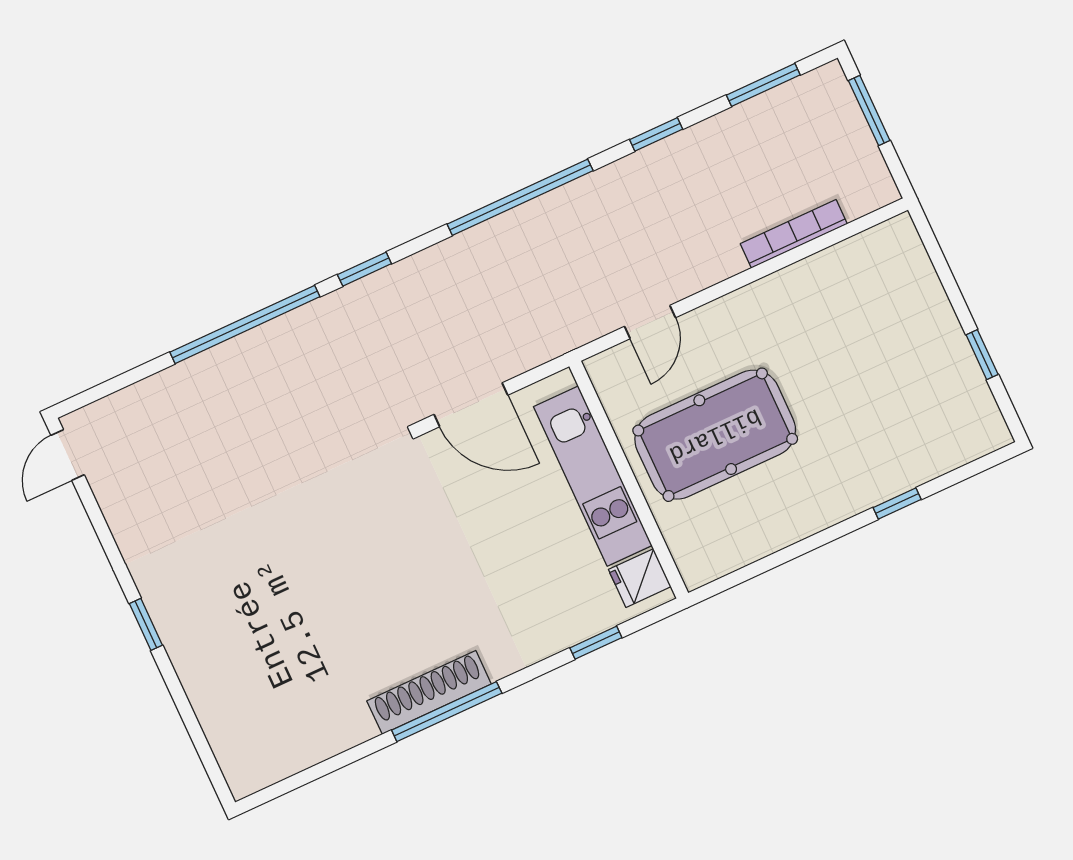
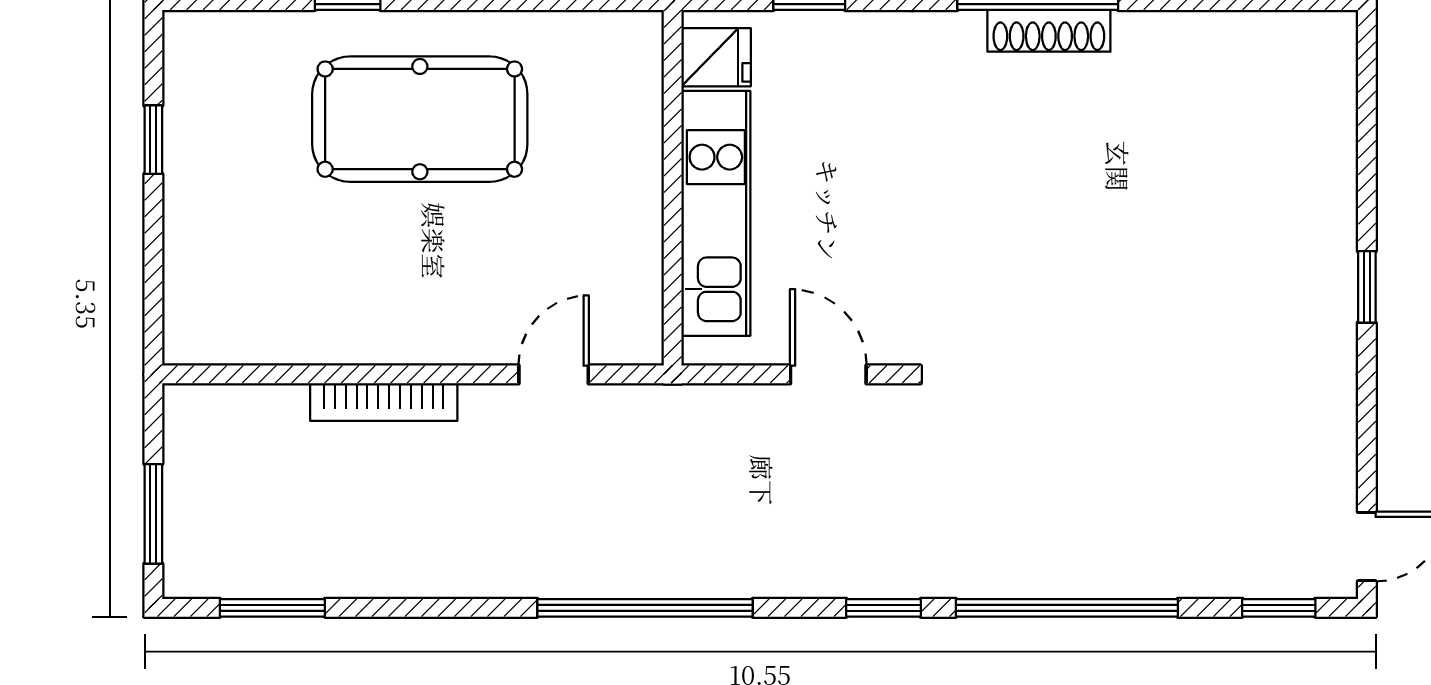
window: (656, 134) -> (1279, 608), moved
bookcase: (794, 234) -> (384, 402), moved
door: (471, 405) -> (828, 374), width x0.73
pool table: (715, 435) -> (420, 119), moved
shoe rack: (429, 692) -> (1049, 31), width x0.74, depth x0.81

